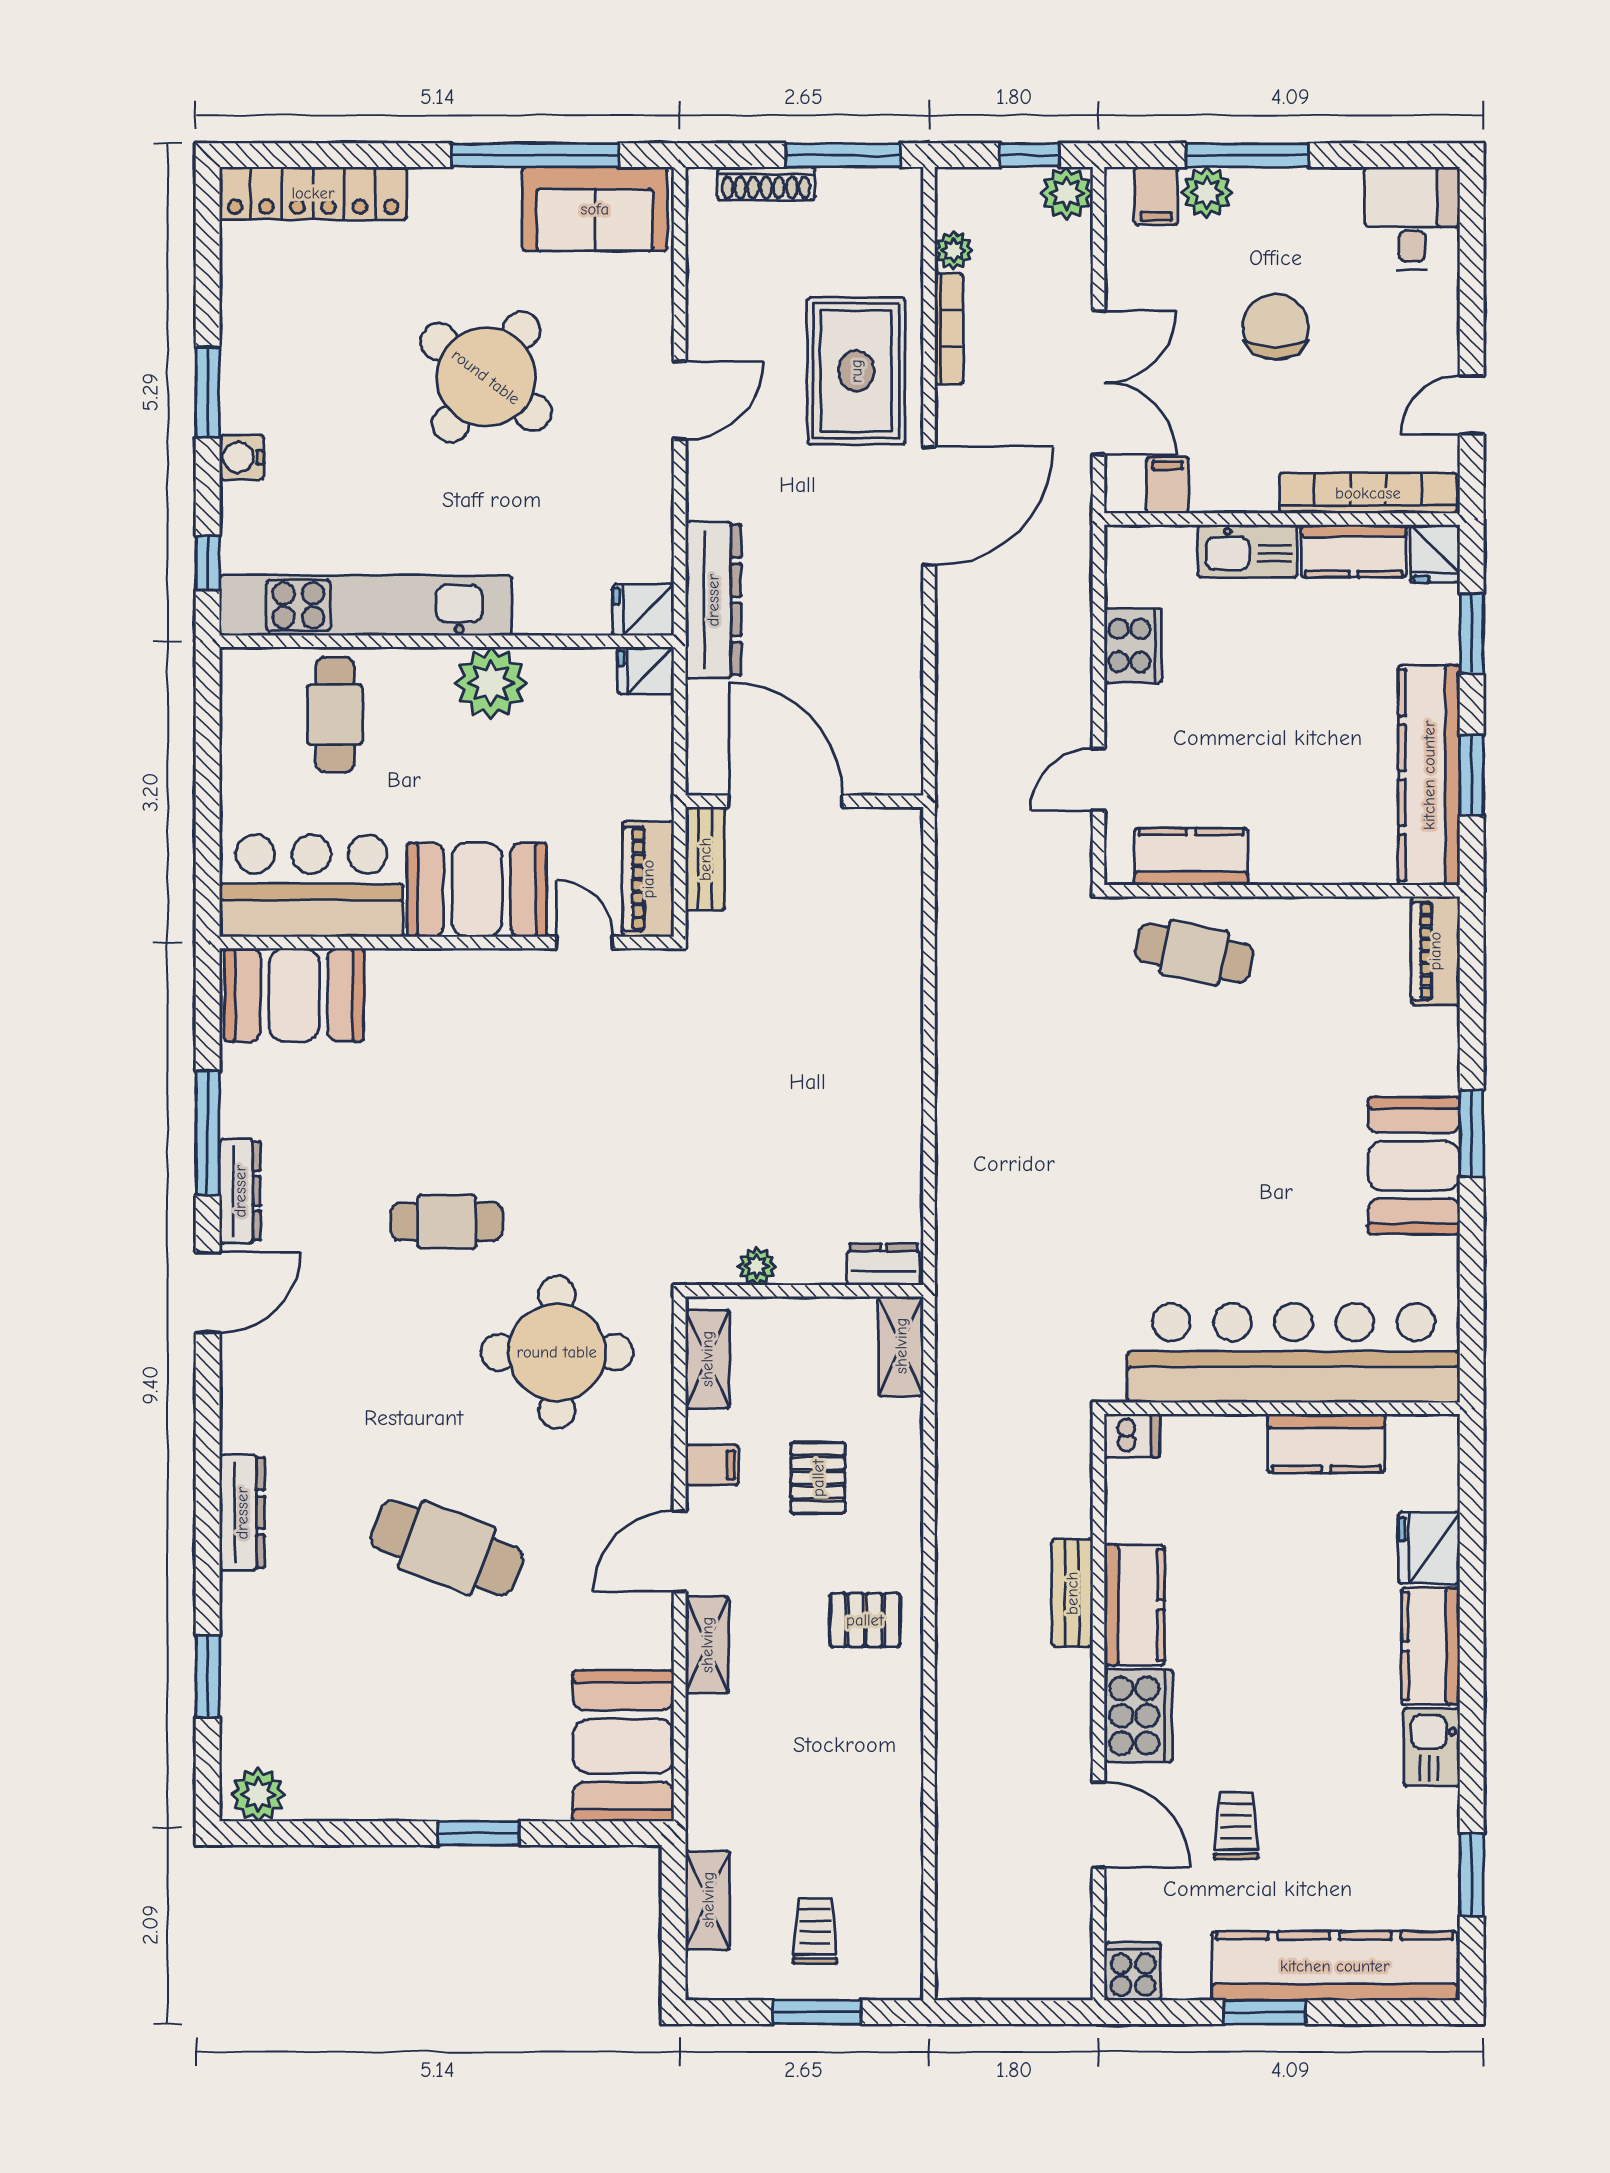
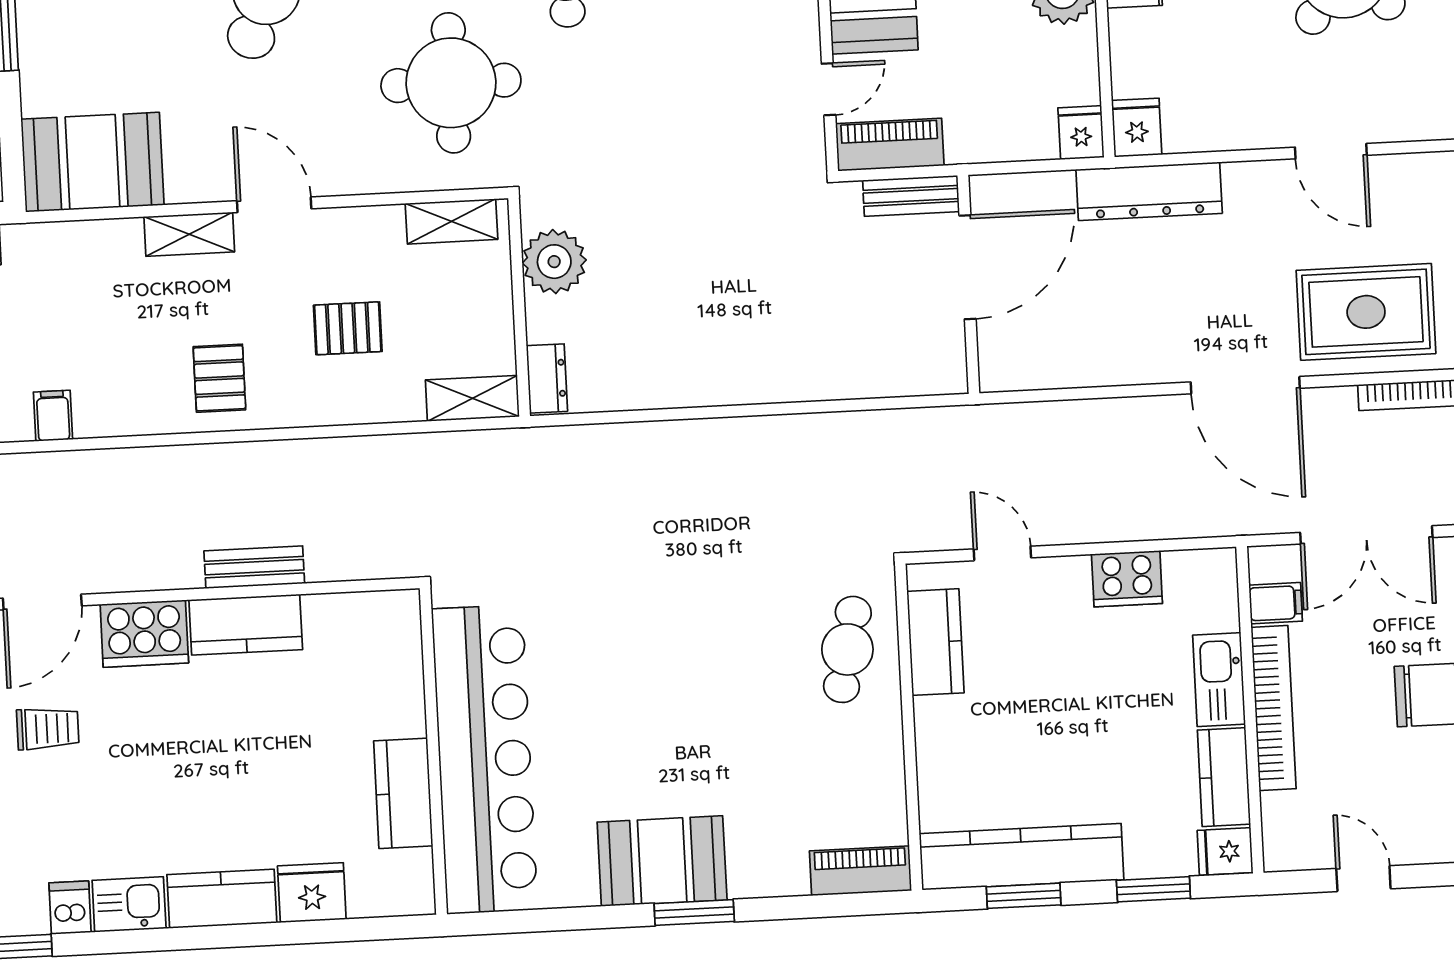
bookcase: (1368, 493) -> (1274, 708), moved
plant: (757, 1266) -> (554, 262), width x1.87, depth x1.87
dishwasher: (1132, 1436) -> (70, 908), moved, turned 180
filing cabinet: (712, 1465) -> (53, 416), moved, turned 180

